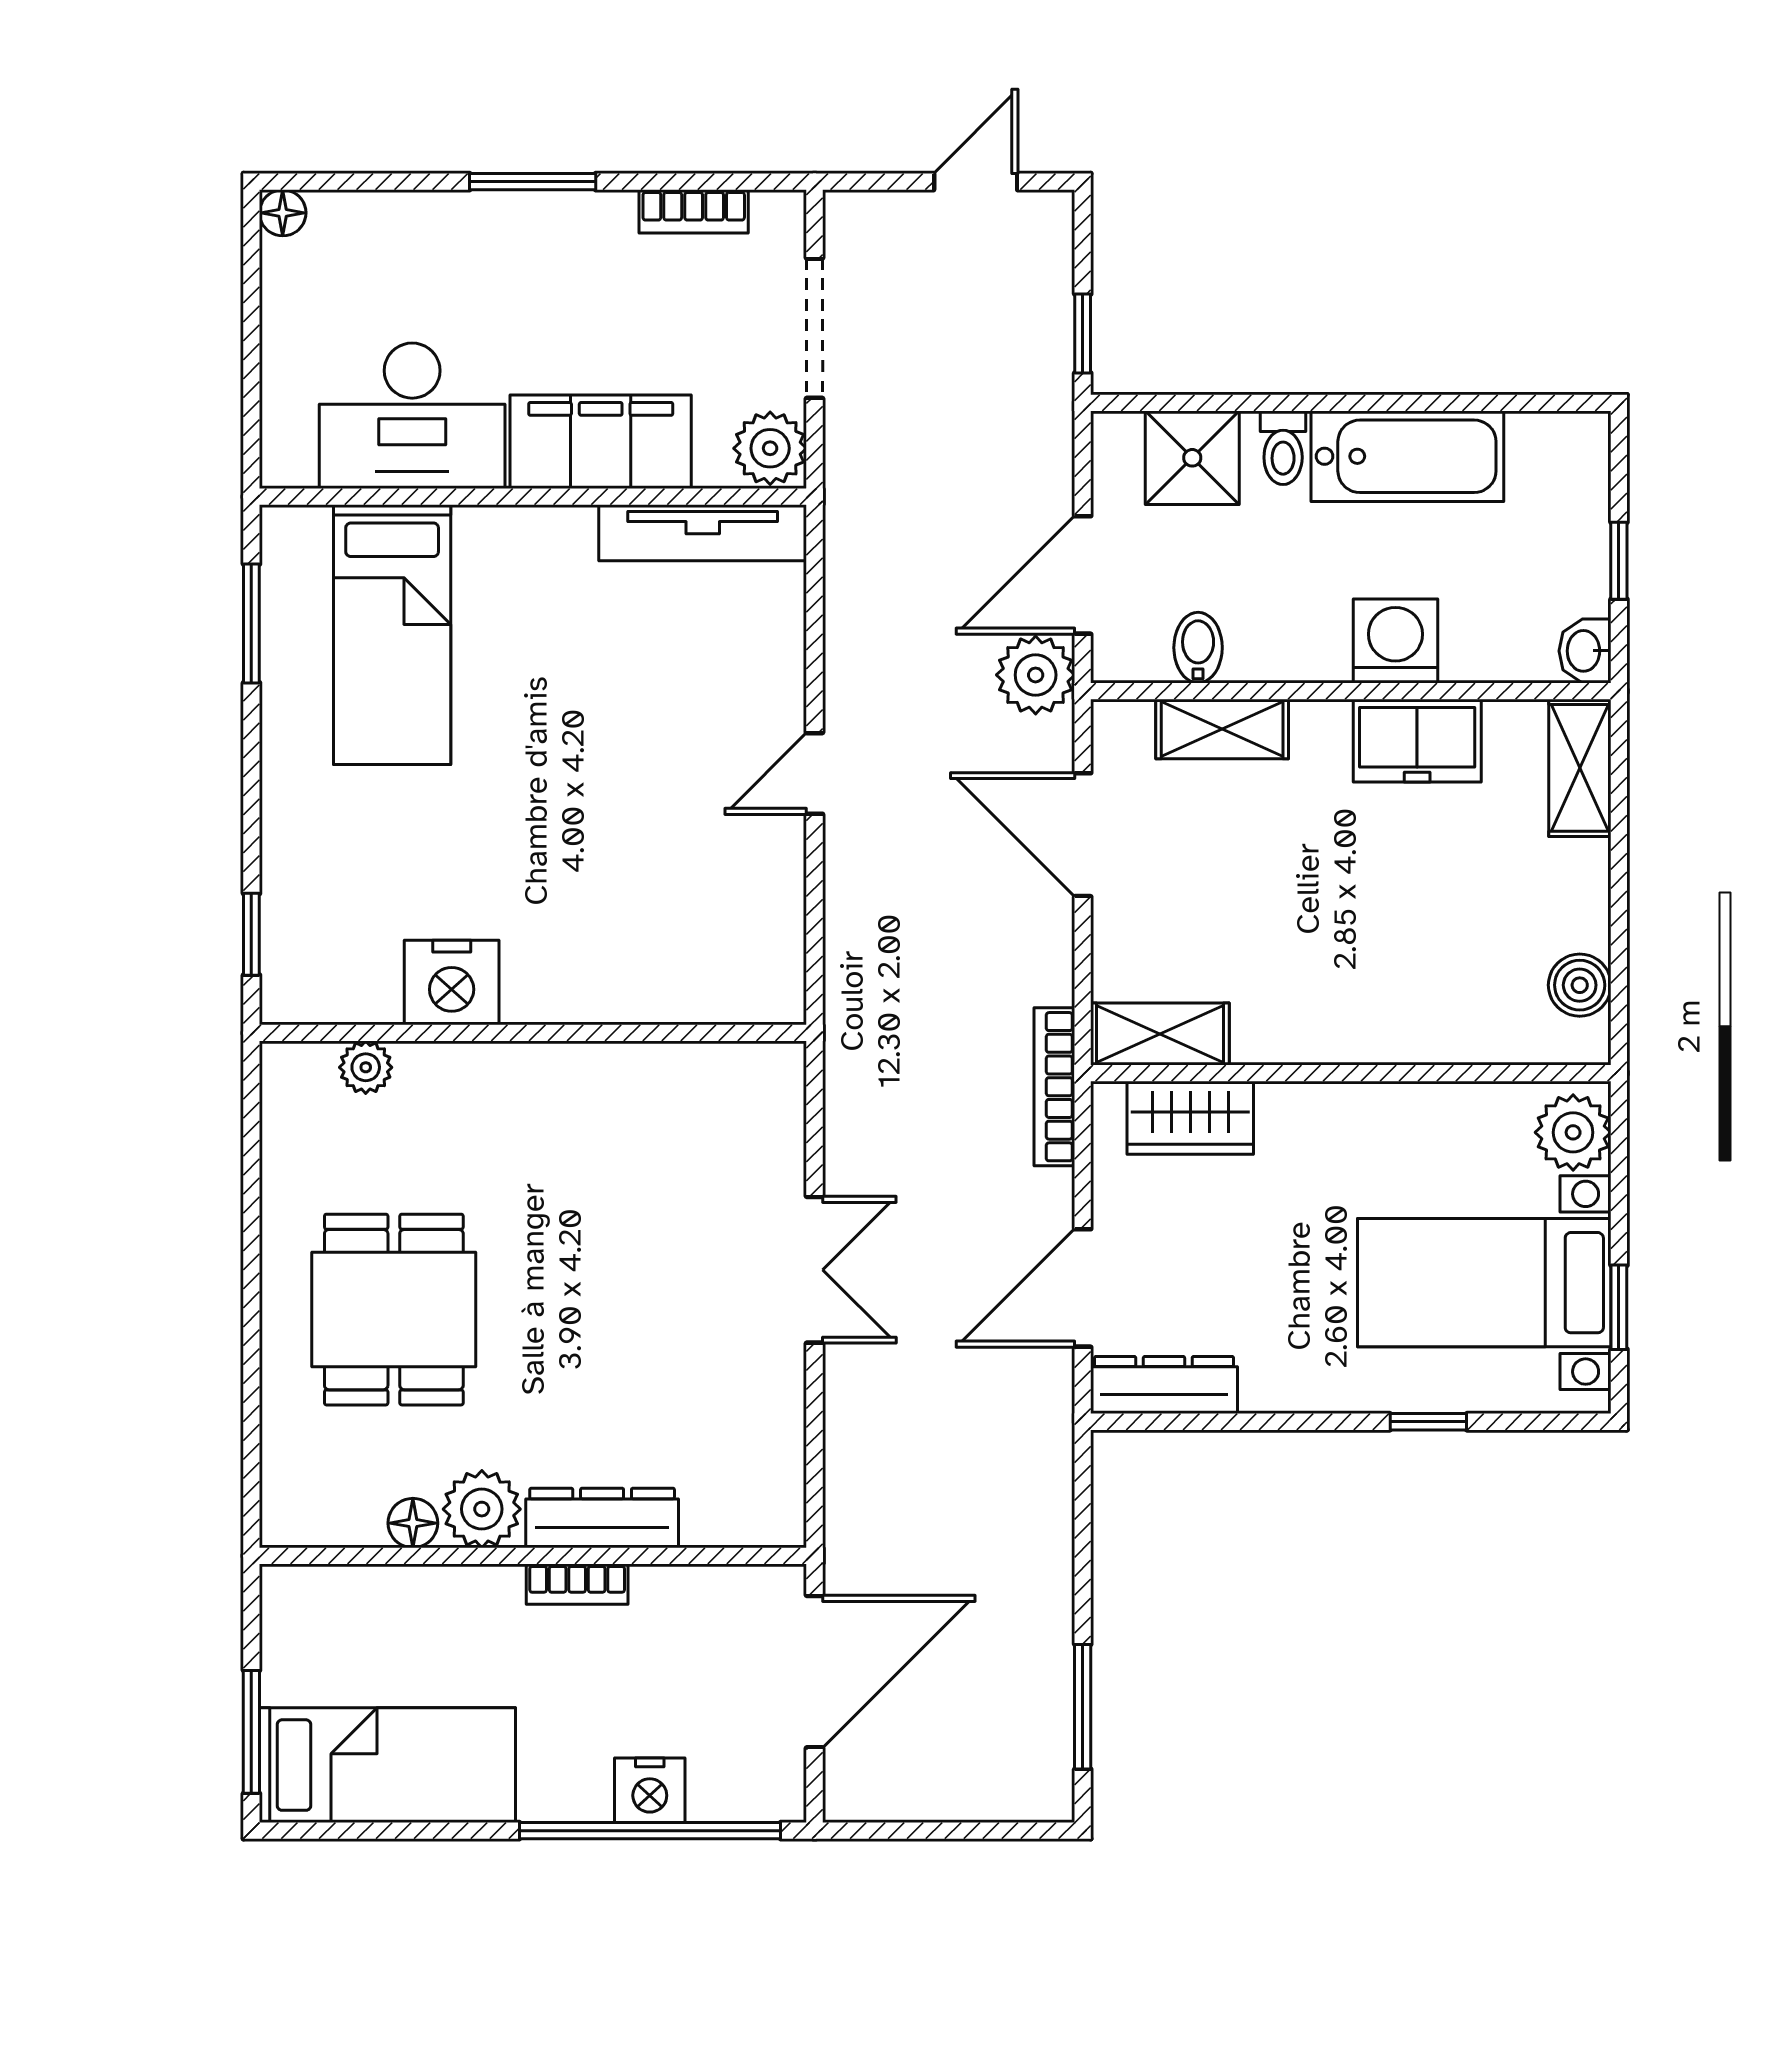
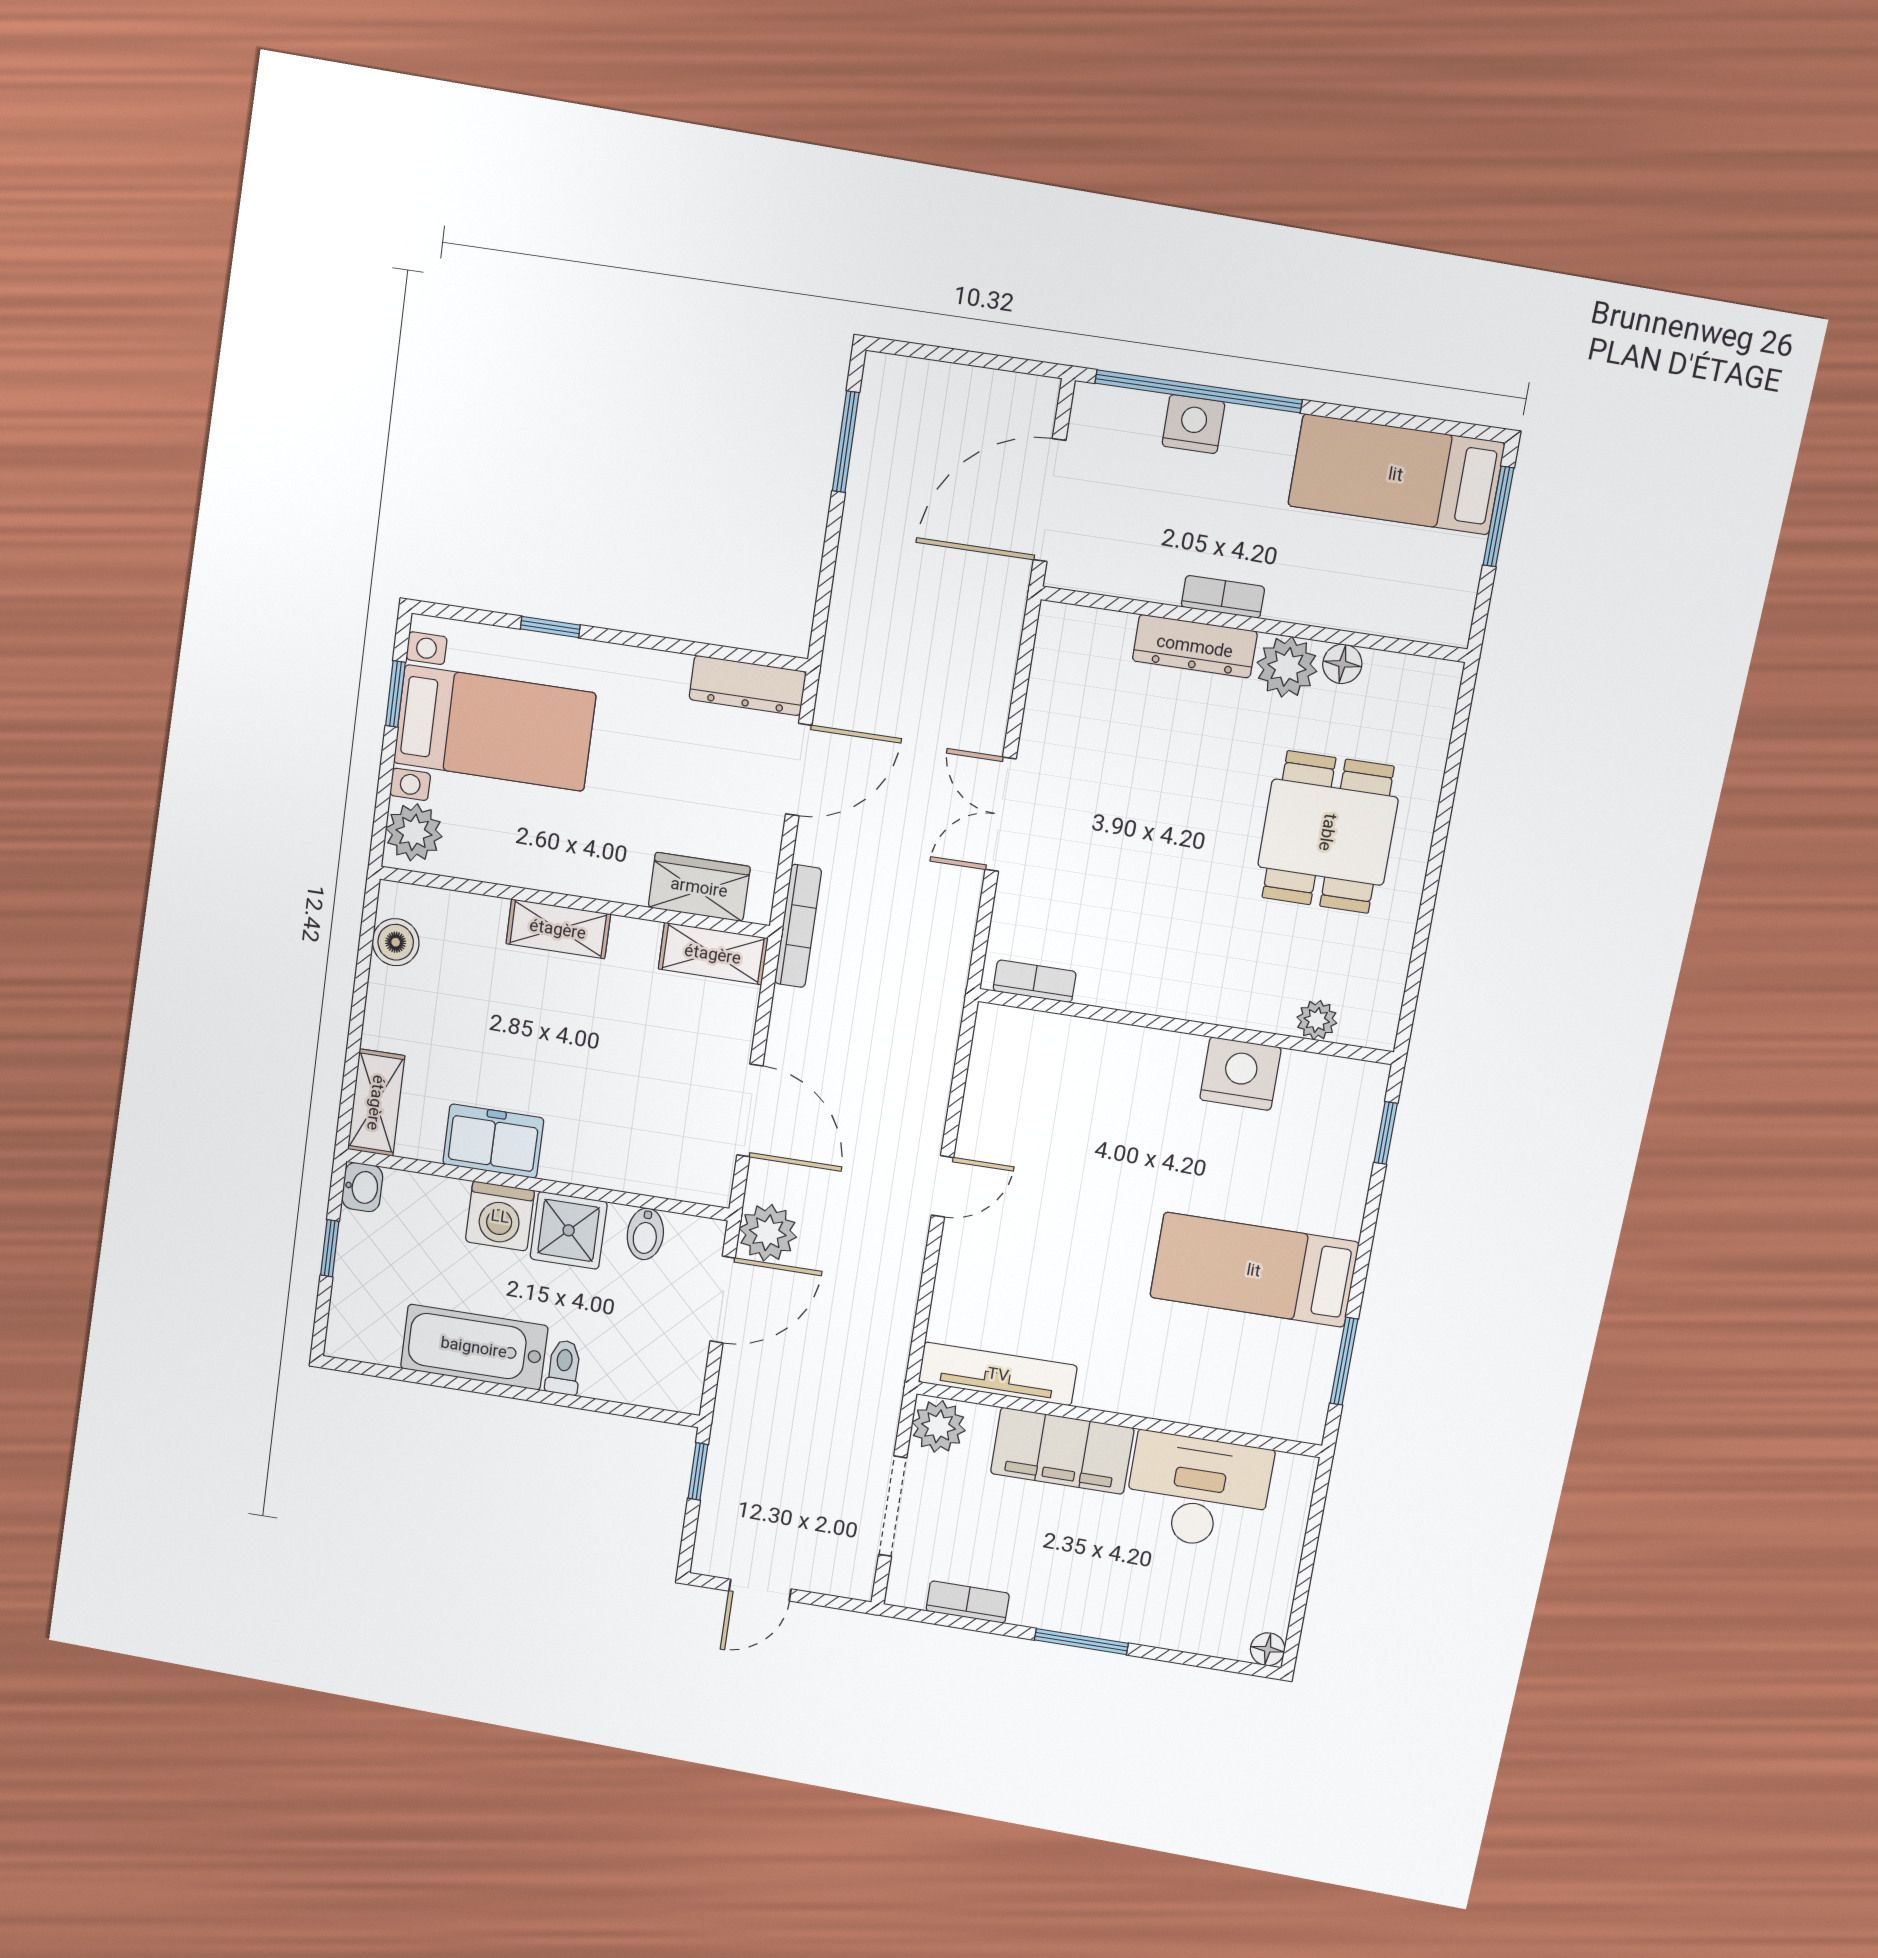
shower: (1192, 458) -> (569, 1230), moved
bed: (392, 635) -> (1254, 1270), moved, turned -90
shelving: (1222, 729) -> (558, 929), moved
bookcase: (737, 1062) -> (1035, 981), added

